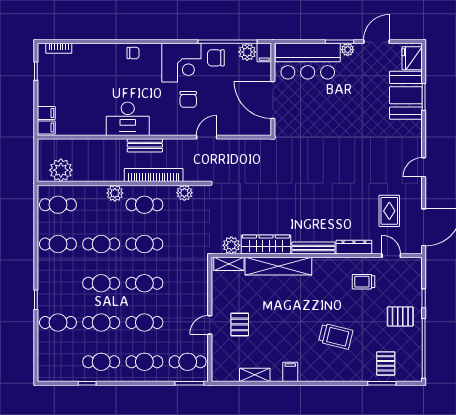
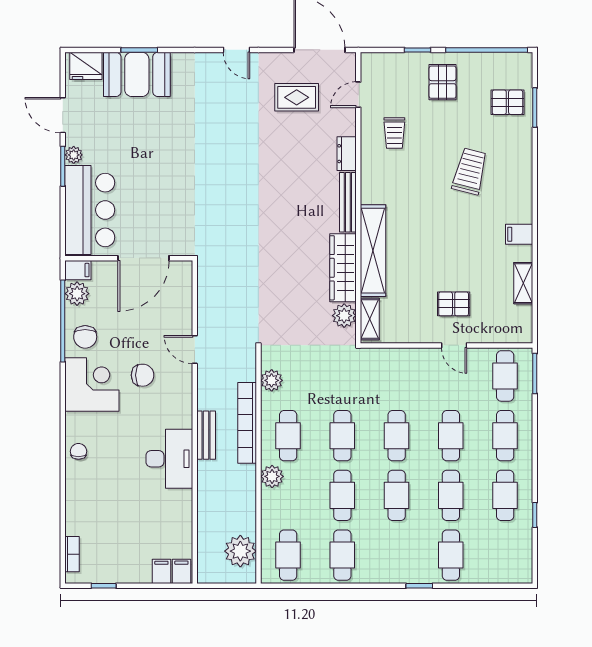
dresser: (354, 247) -> (347, 154), width x0.70

